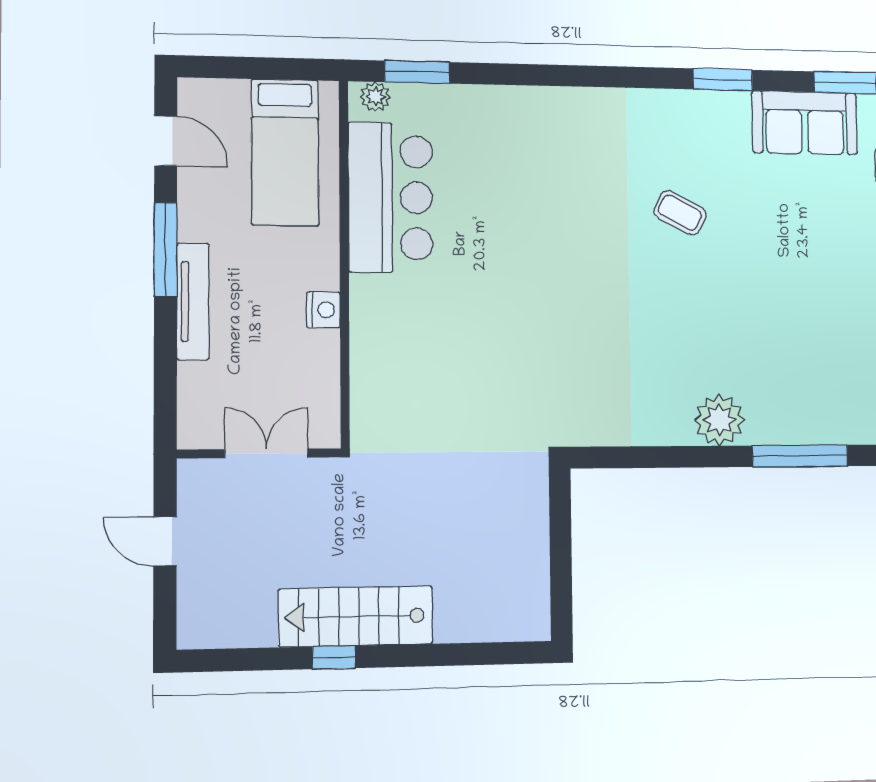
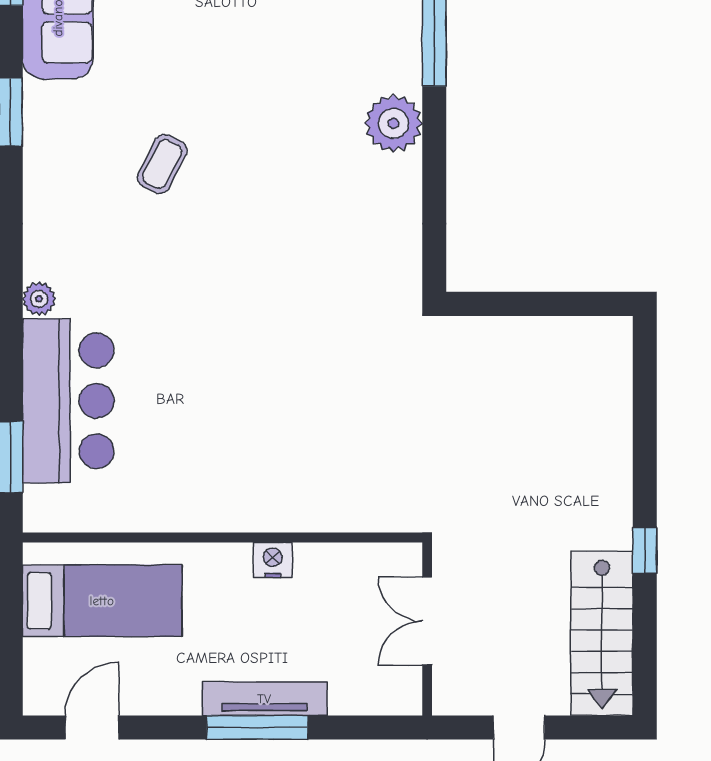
plant: (375, 97) -> (39, 299), moved
bar counter: (390, 197) -> (68, 401), moved, turned 90
window: (166, 250) -> (257, 727), moved
stairs: (356, 616) -> (602, 633), moved

